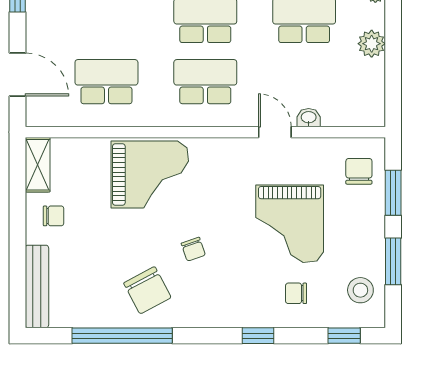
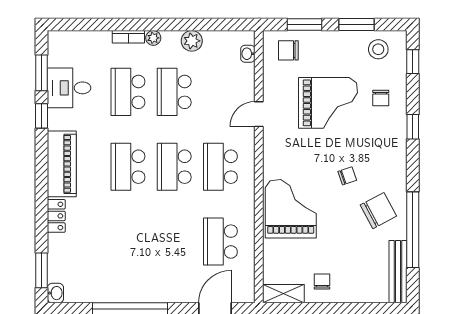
washbasin: (309, 118) -> (248, 54), moved
bench: (37, 286) -> (398, 272), moved, turned 90

